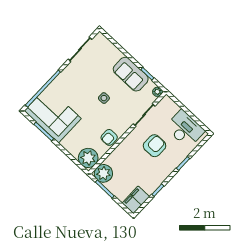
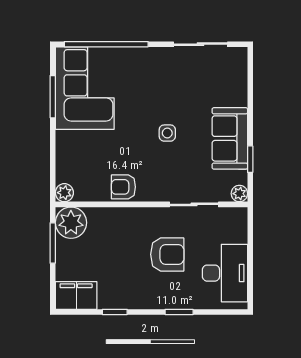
plant: (88, 158) -> (64, 193), width x0.53, depth x0.53

